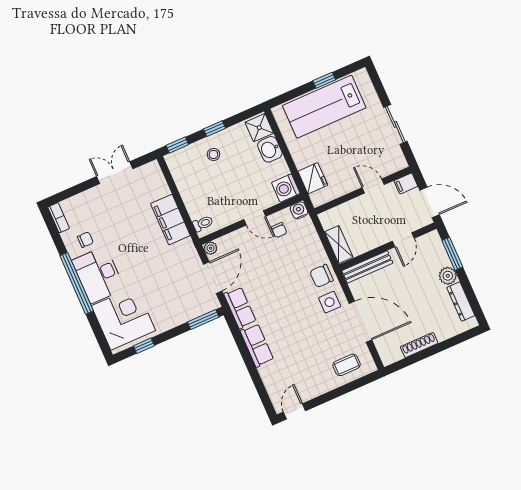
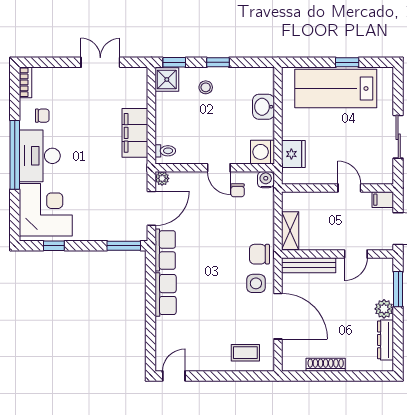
shower: (259, 128) -> (167, 79), moved

